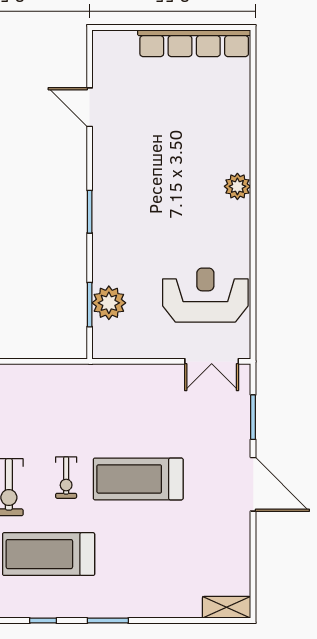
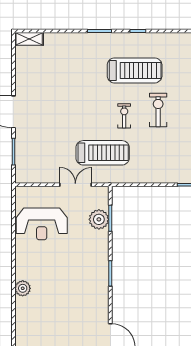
double door: (212, 361) -> (75, 185), moved
treadmill: (138, 479) -> (103, 153), moved

